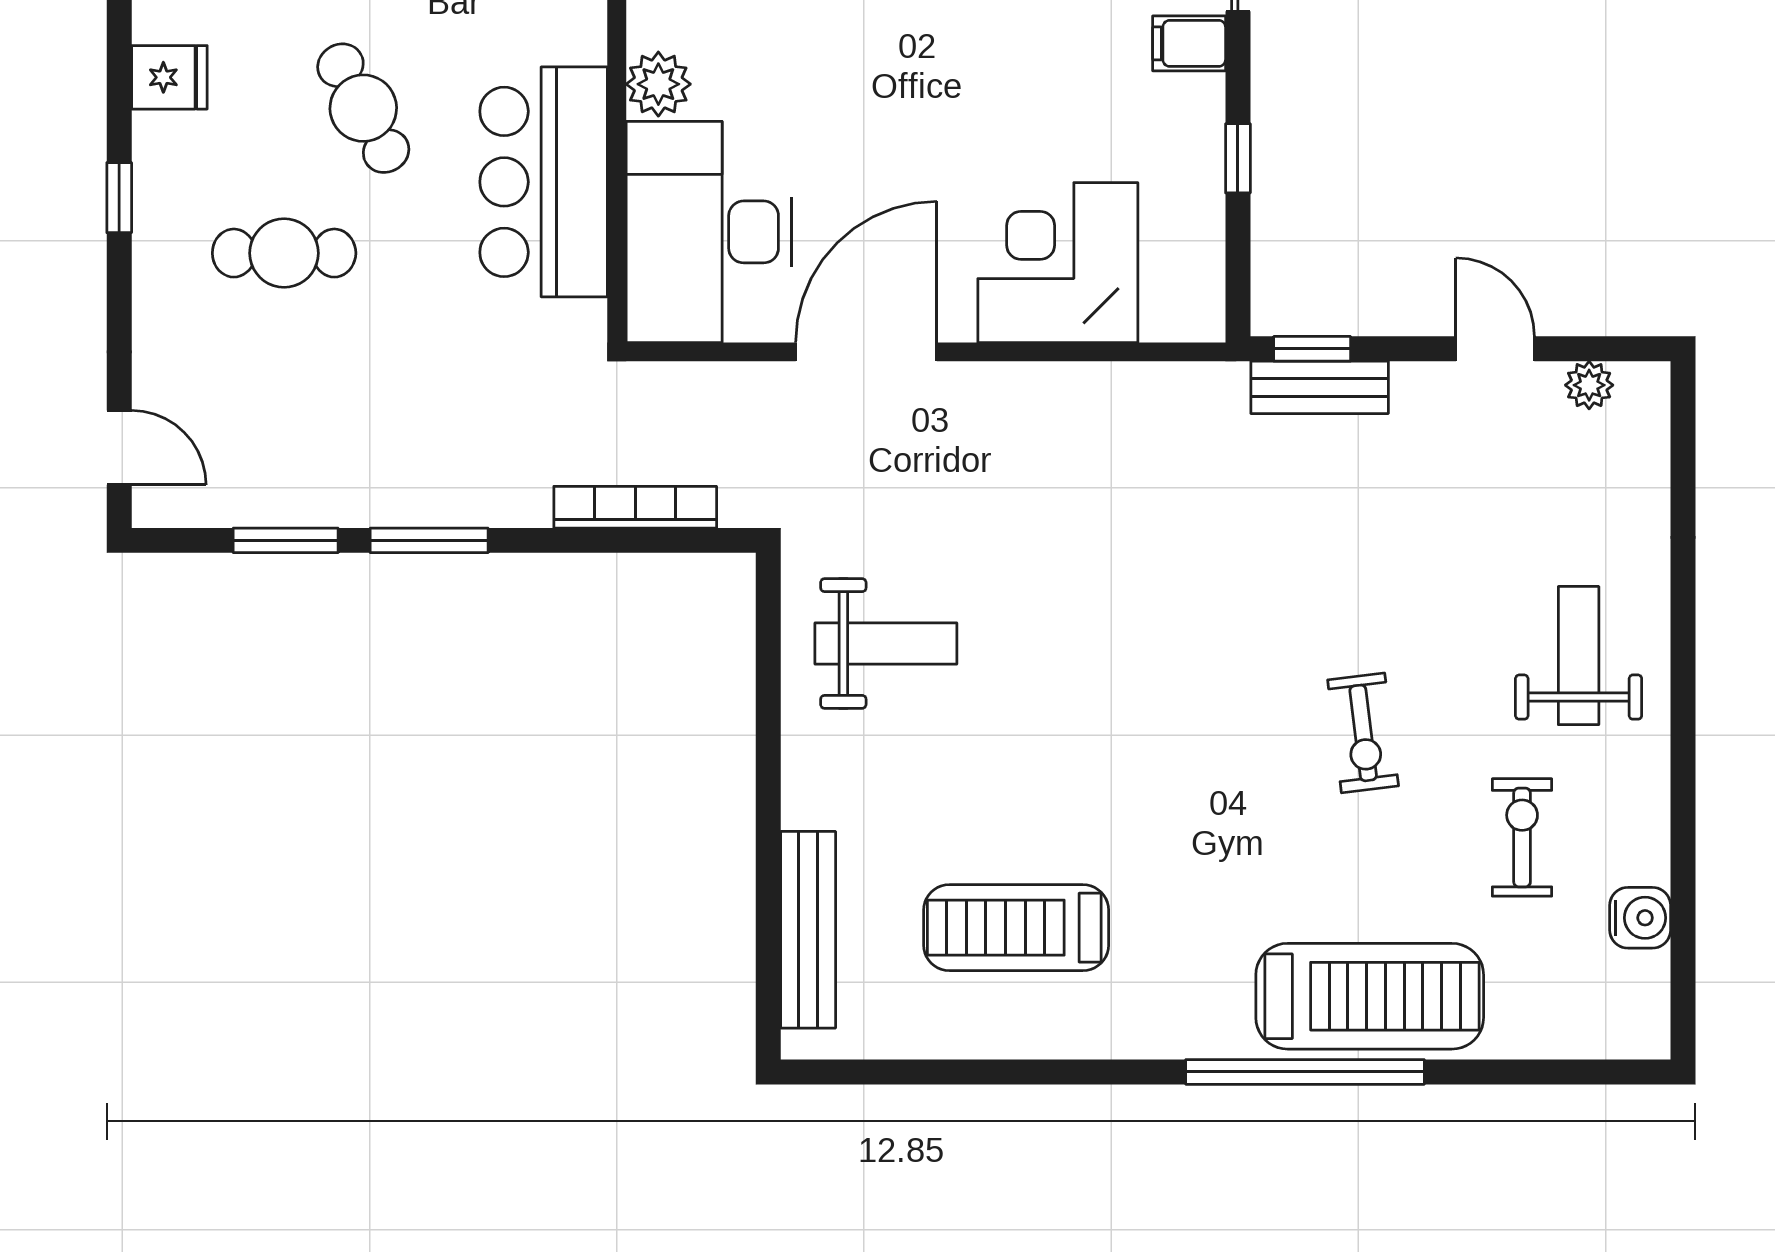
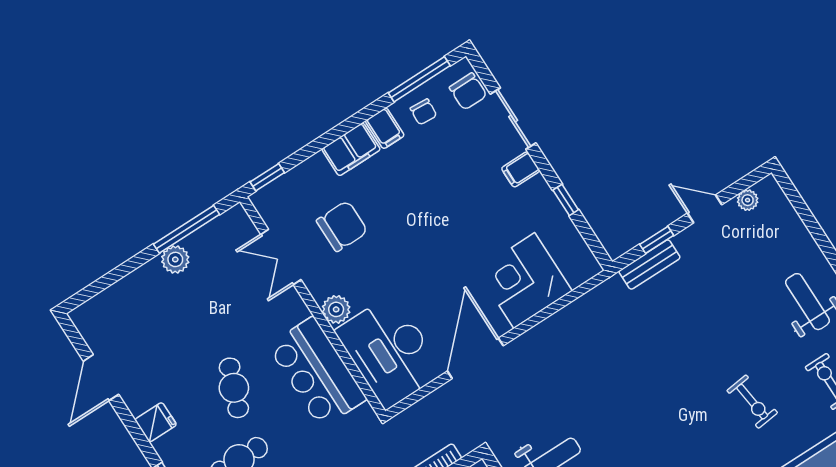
cafe table: (363, 108) -> (234, 388), turned 49
window: (1312, 349) -> (657, 240), moved
exercise bike: (1363, 733) -> (752, 402), moved

